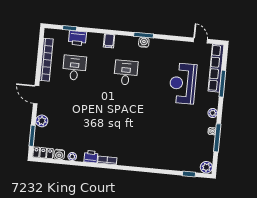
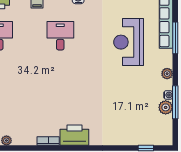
printer: (91, 157) -> (74, 135), moved, width x1.87, depth x1.48
plant: (206, 167) -> (166, 107), moved

